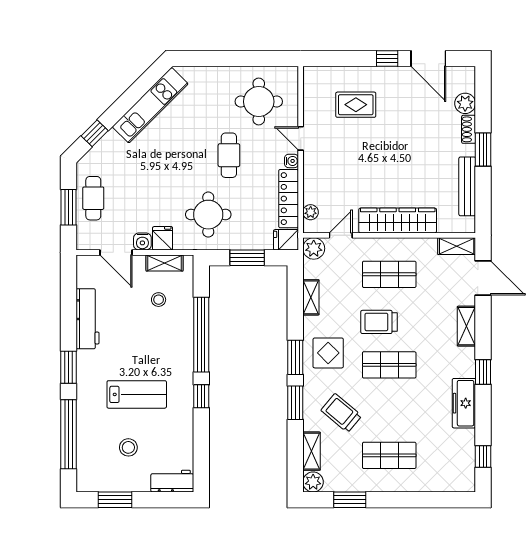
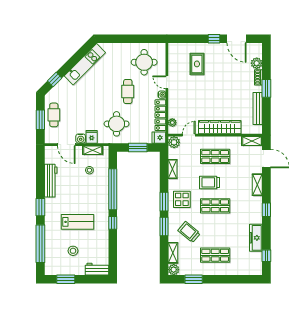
rug: (356, 105) -> (197, 64), turned 90
freezer: (464, 403) -> (256, 238), moved

